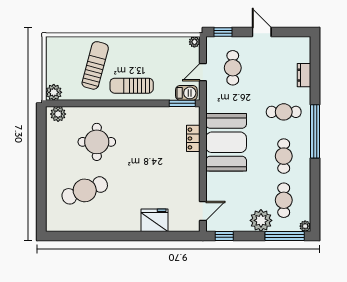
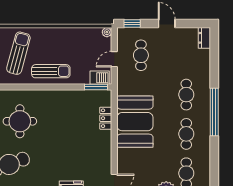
dresser: (304, 75) -> (204, 38), moved
sun lounger: (132, 86) -> (51, 71), turned 180
cafe table: (284, 112) -> (186, 95), turned 90

